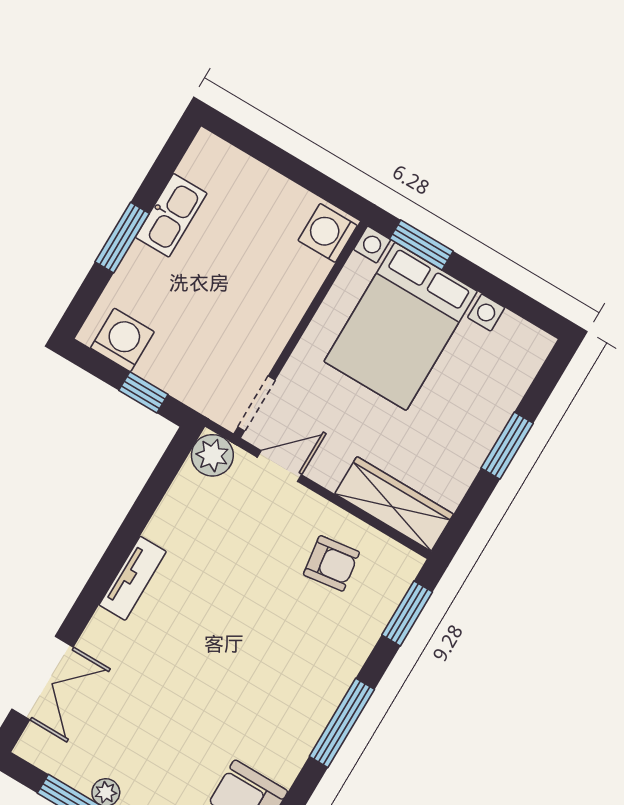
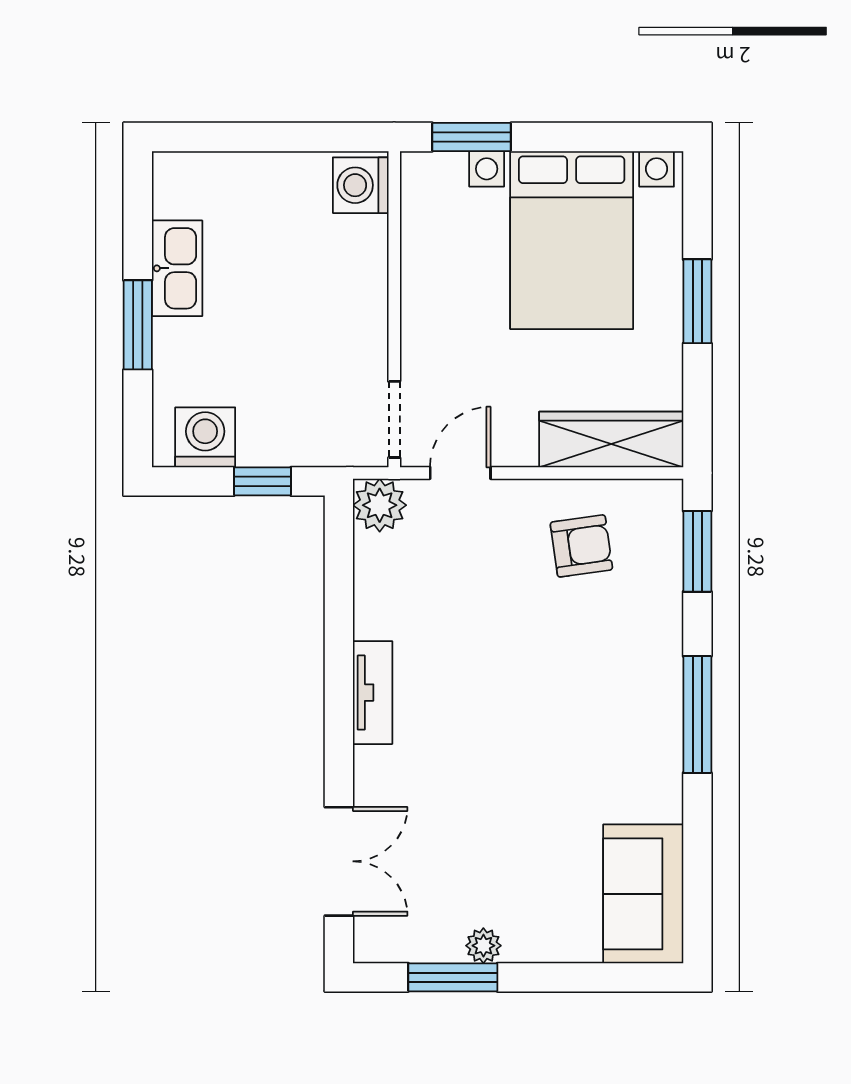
bed with nightstands: (401, 326) -> (572, 240), moved

